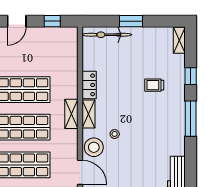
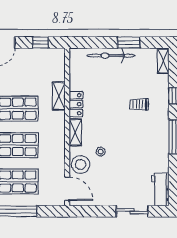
window: (131, 21) -> (129, 42), moved
bicycle: (107, 35) -> (111, 56), moved
shelving: (71, 114) -> (59, 96), moved

